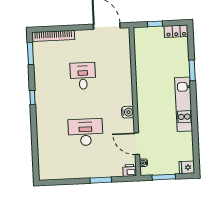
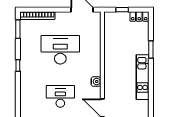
desk: (83, 76) -> (60, 50), width x1.87, depth x1.30

